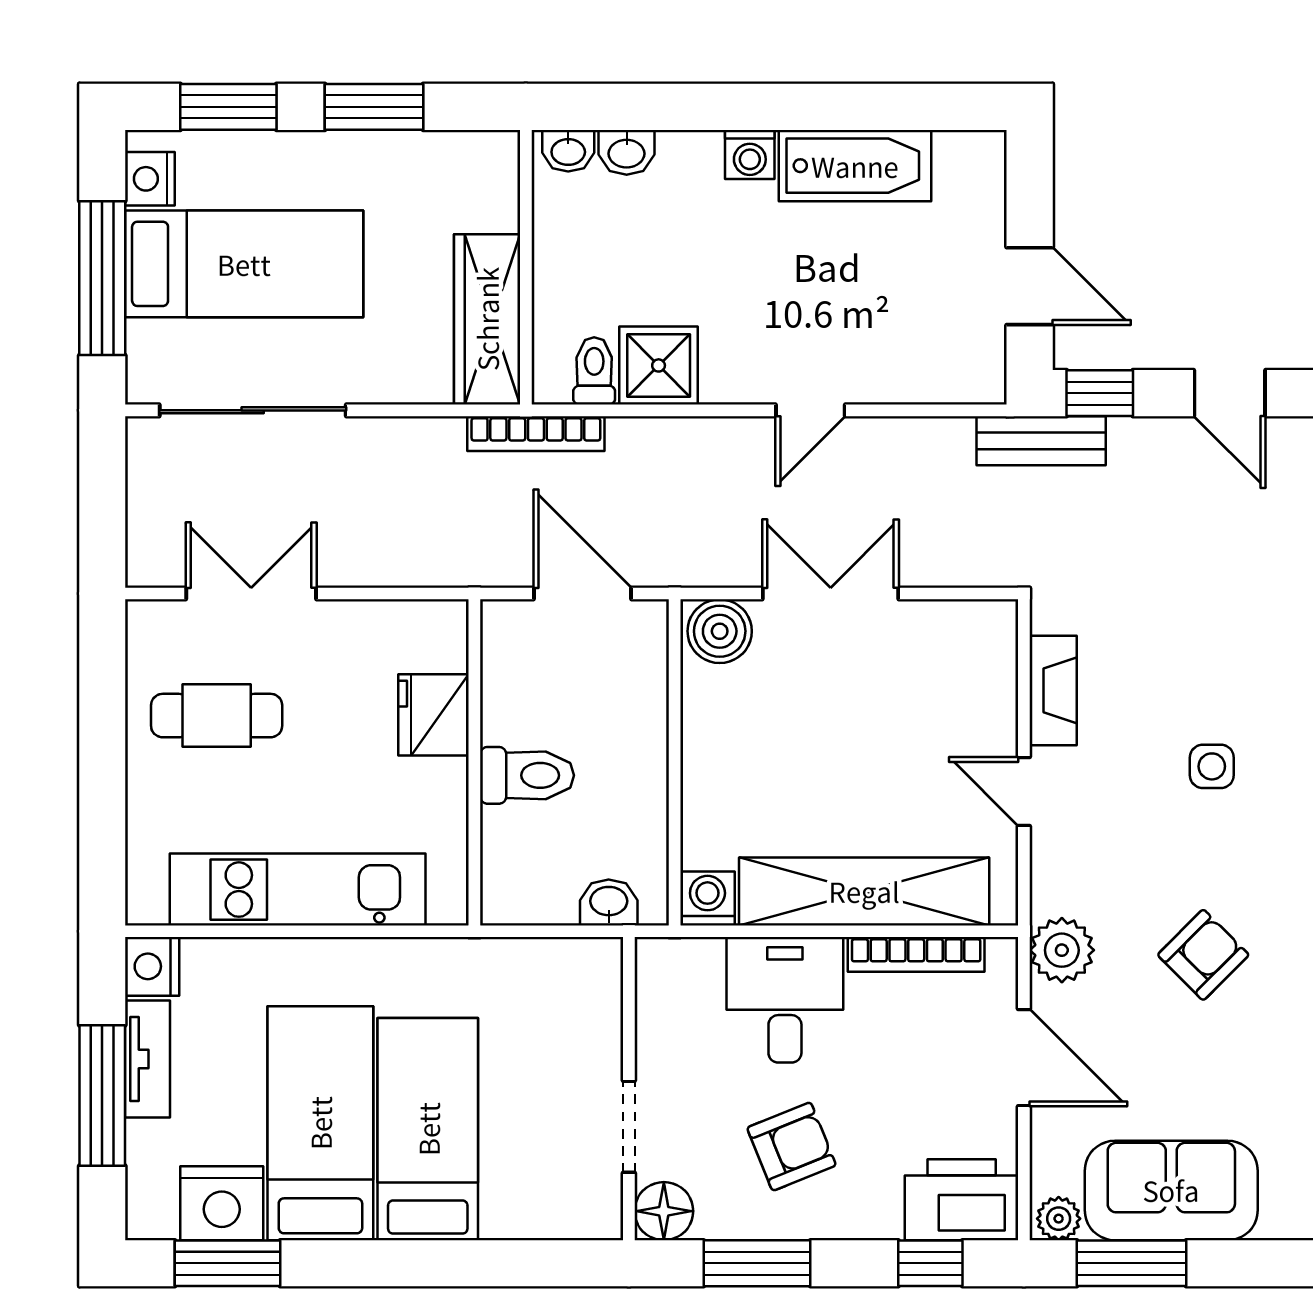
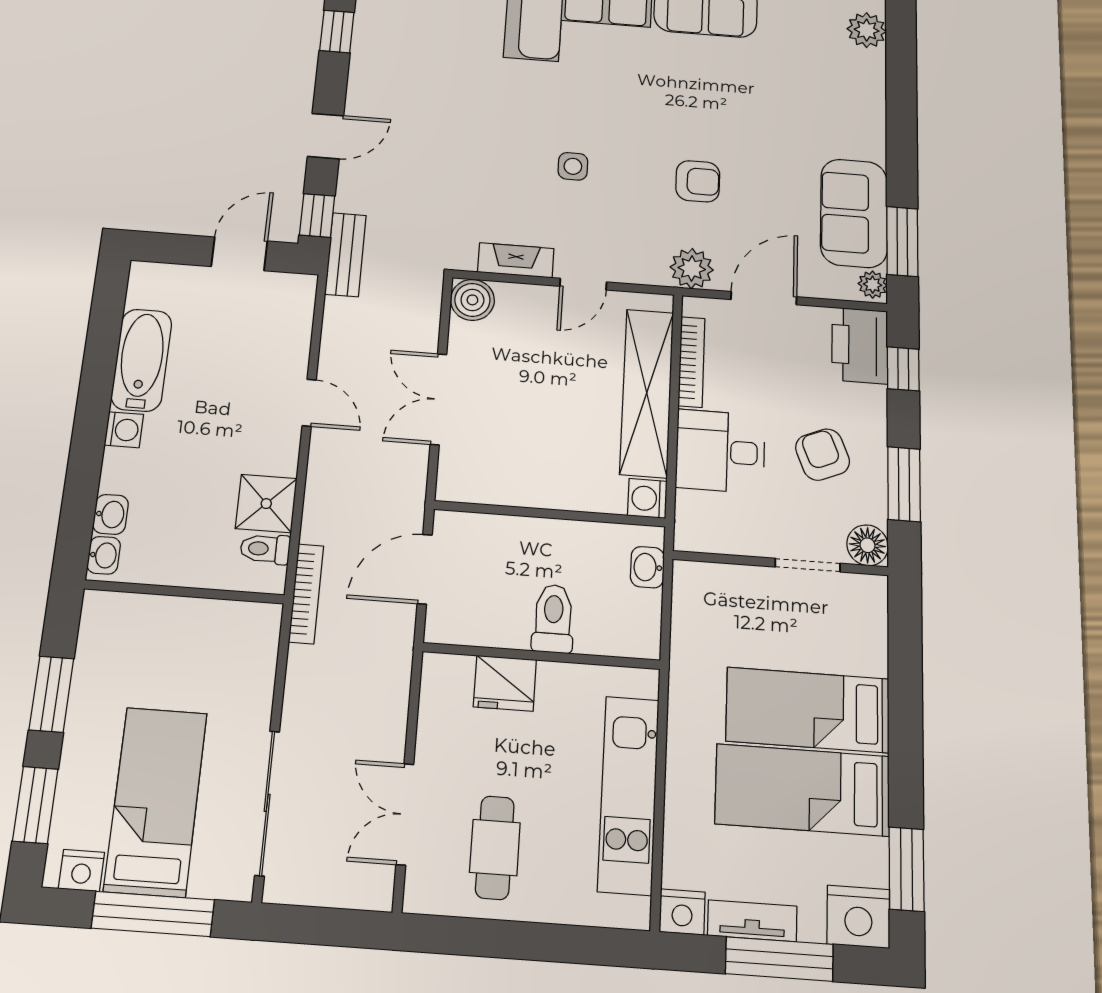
wardrobe: (487, 319) -> (219, 623), removed
boiler: (720, 631) -> (472, 300), moved
armchair: (1203, 955) -> (698, 181), turned 135
nightstand: (222, 1203) -> (858, 917), moved, turned 90

